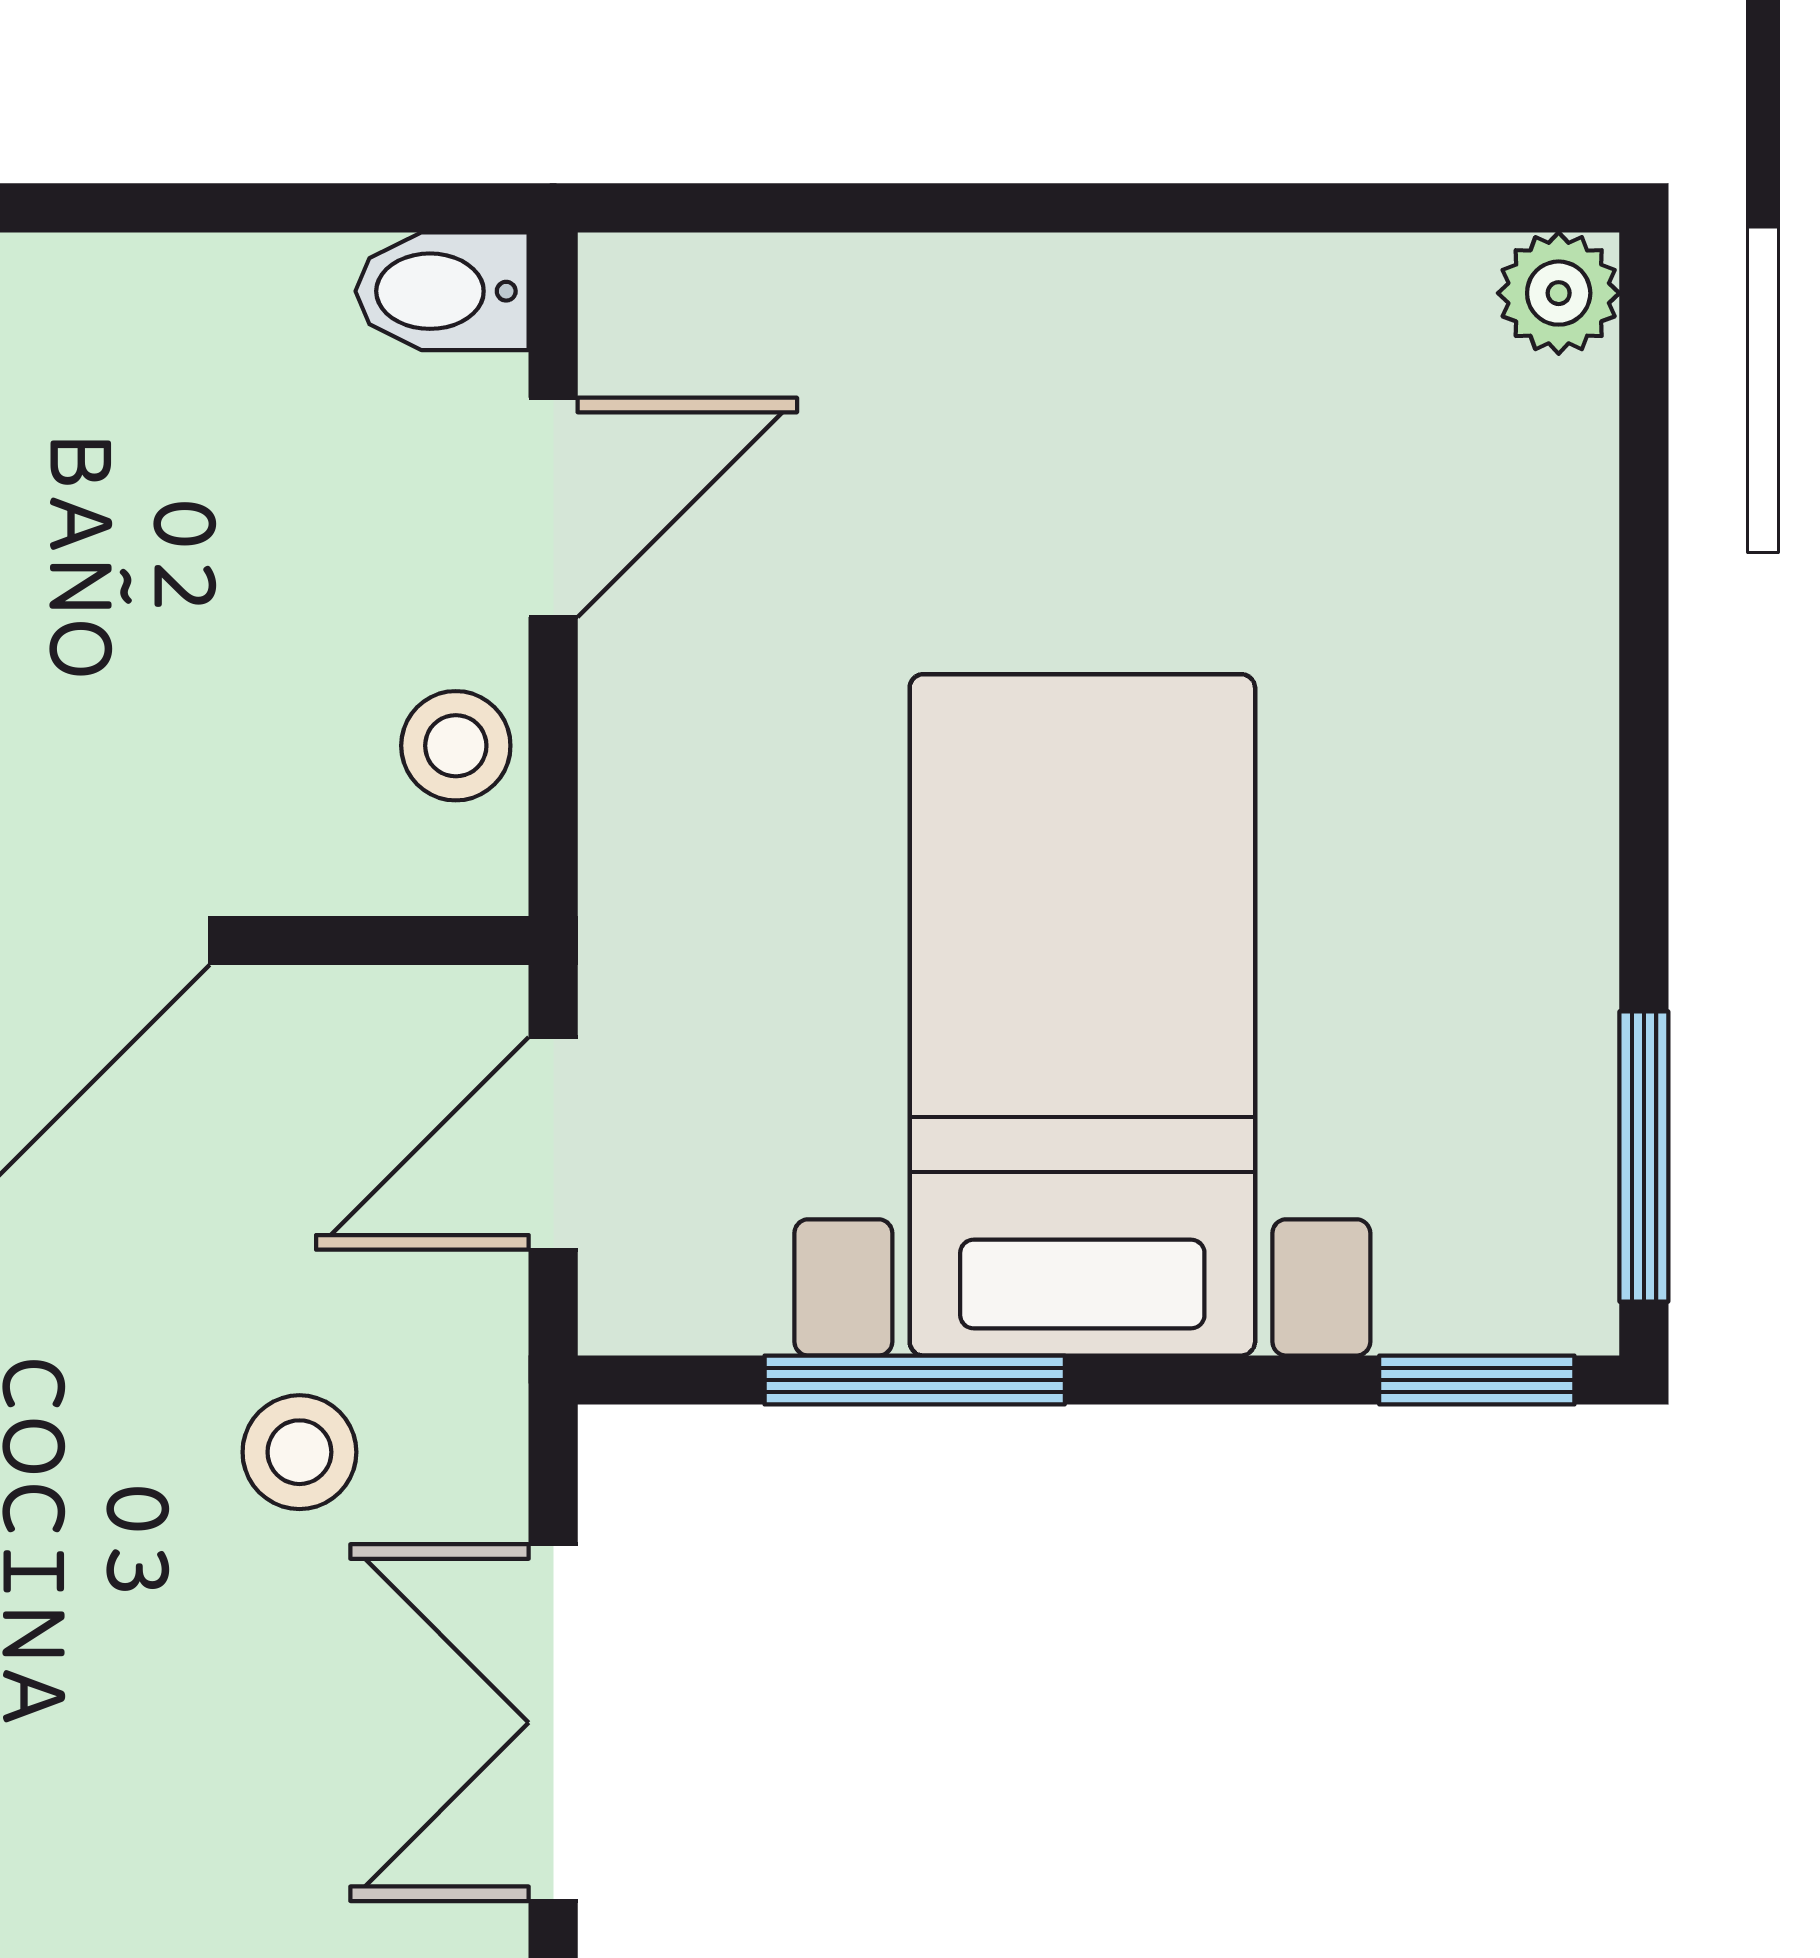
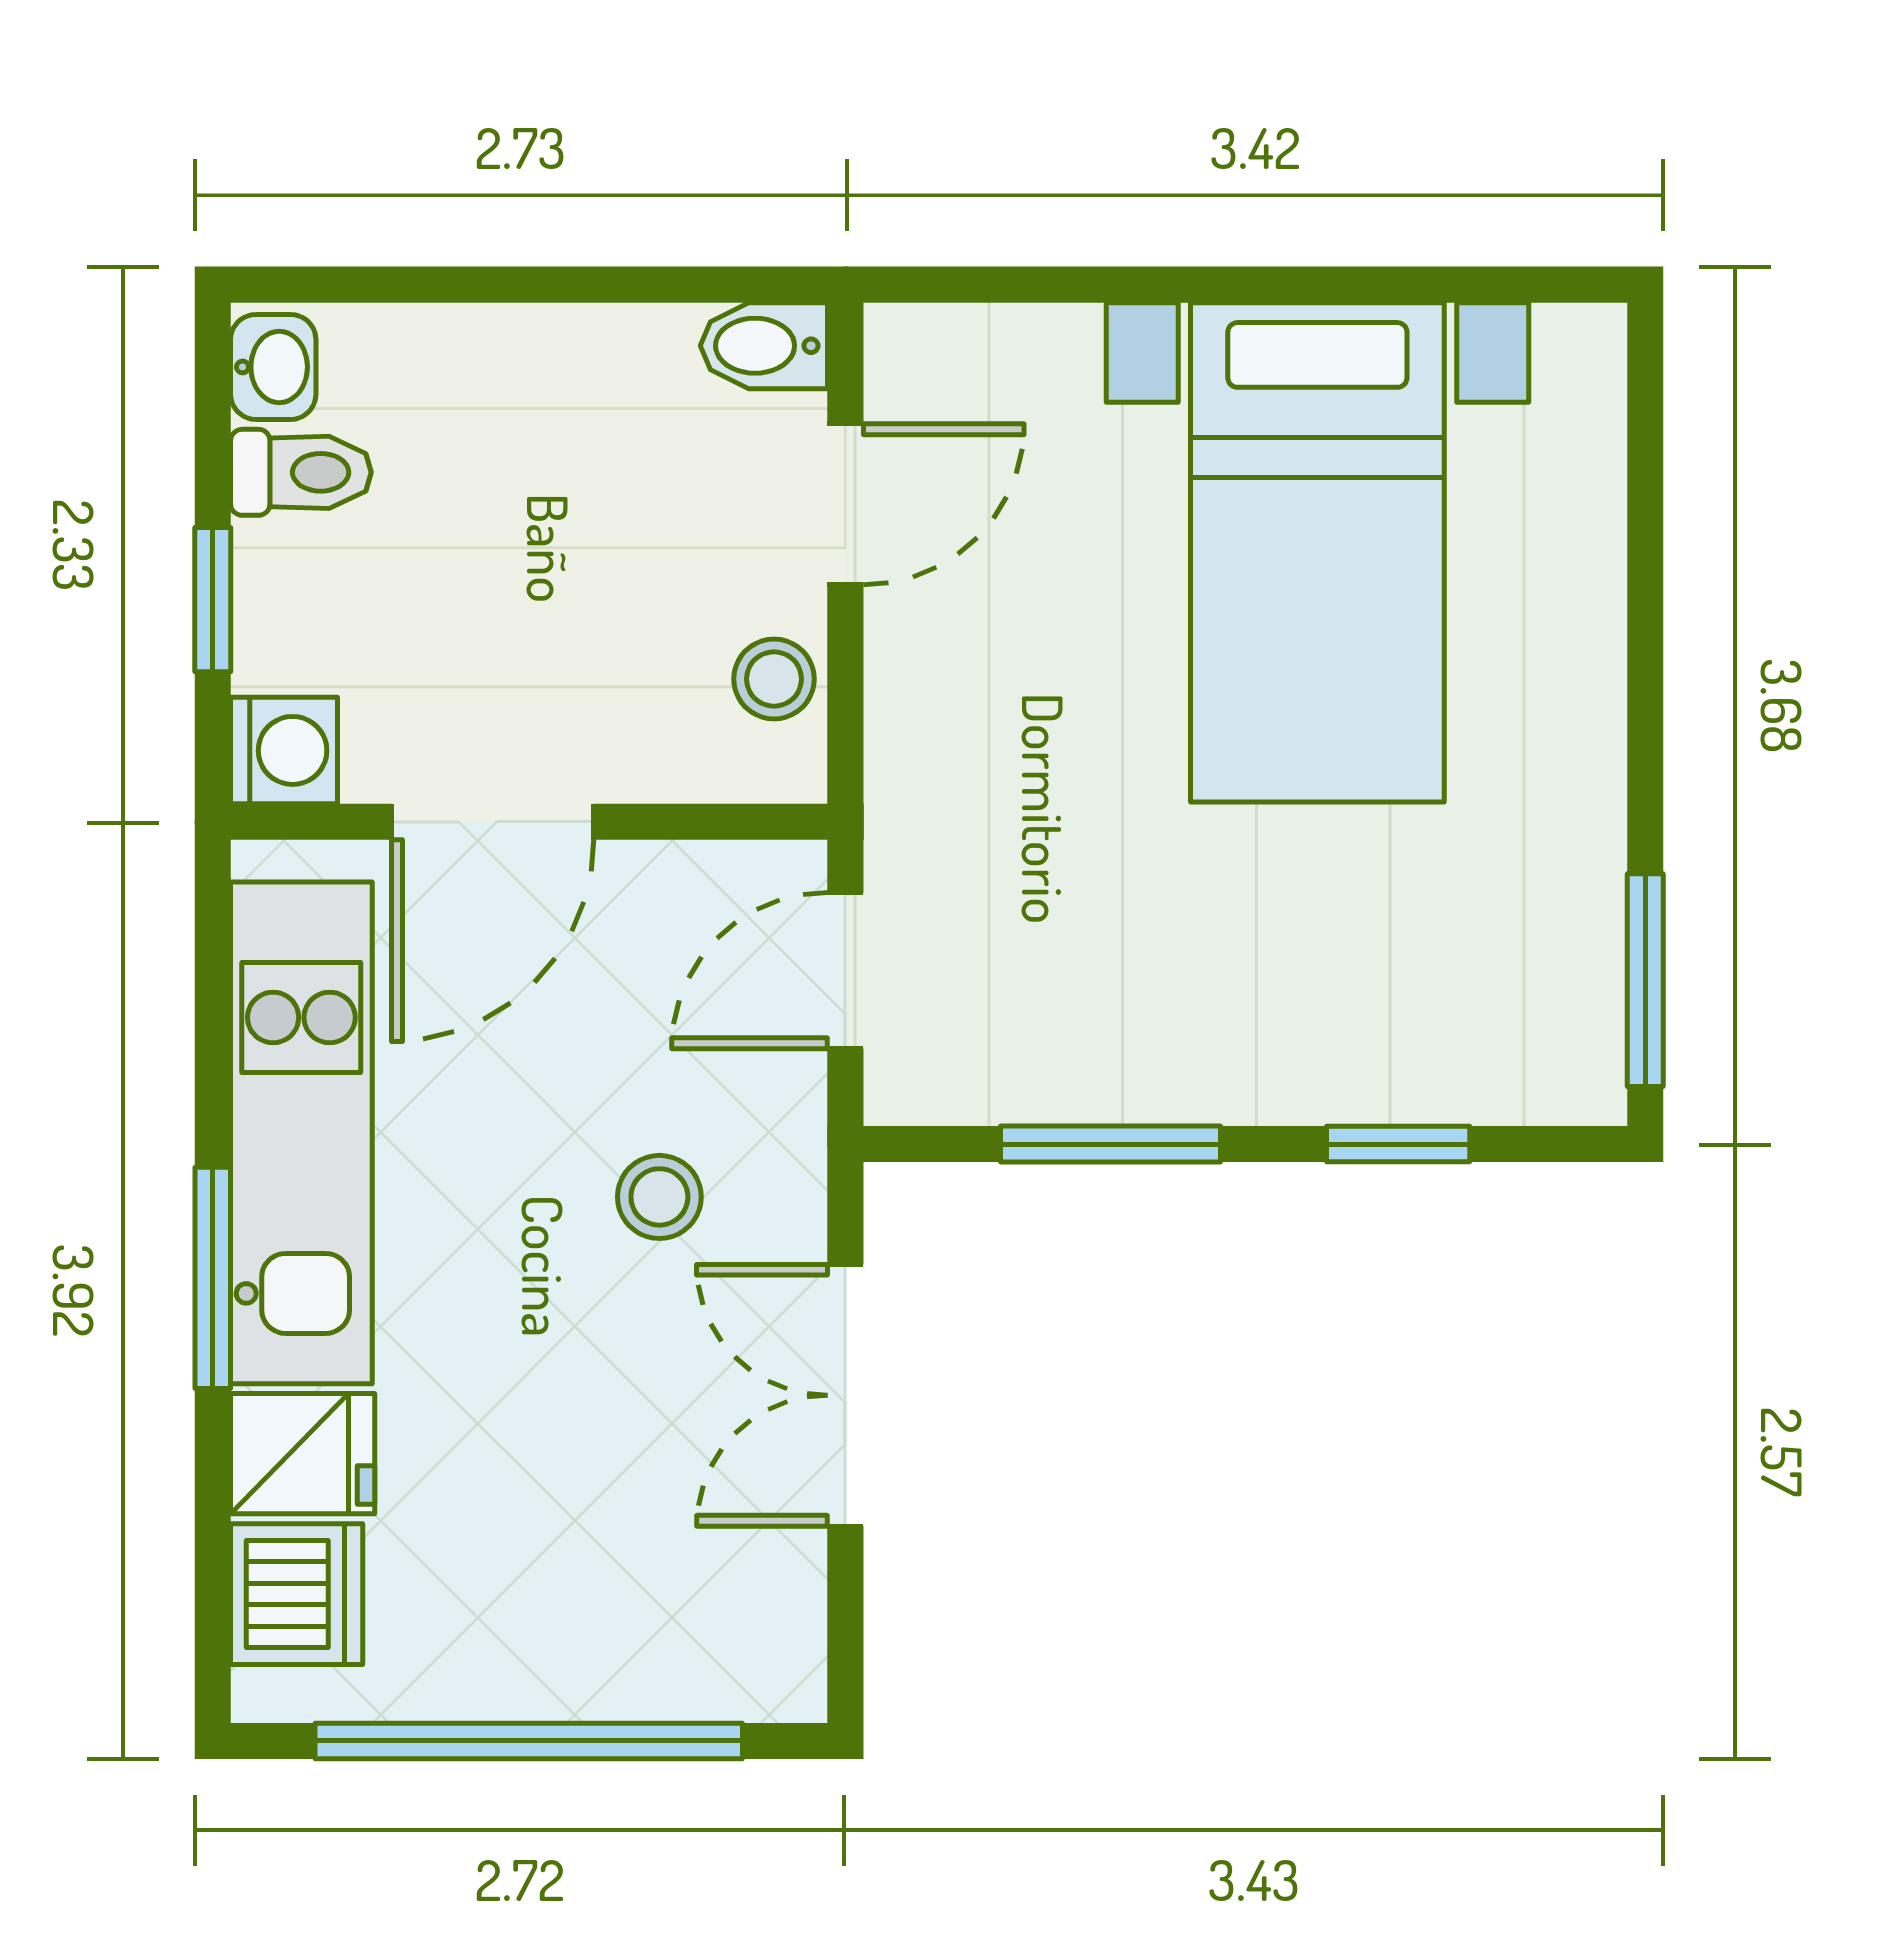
plant: (1559, 293) -> (1583, 347), removed
bed with nightstands: (1082, 1015) -> (1317, 552), moved, turned 180
window: (1477, 1380) -> (1398, 1144), moved

